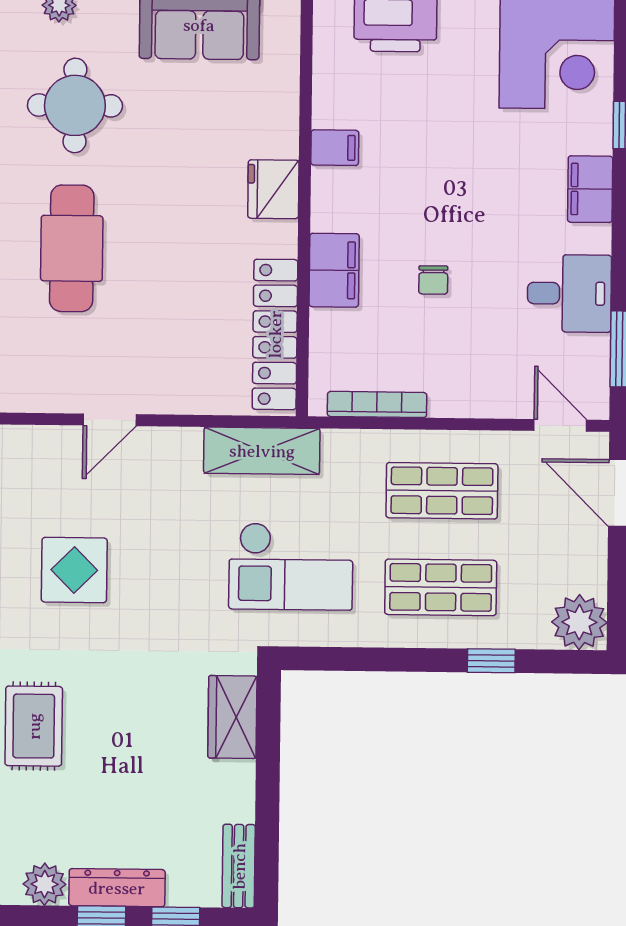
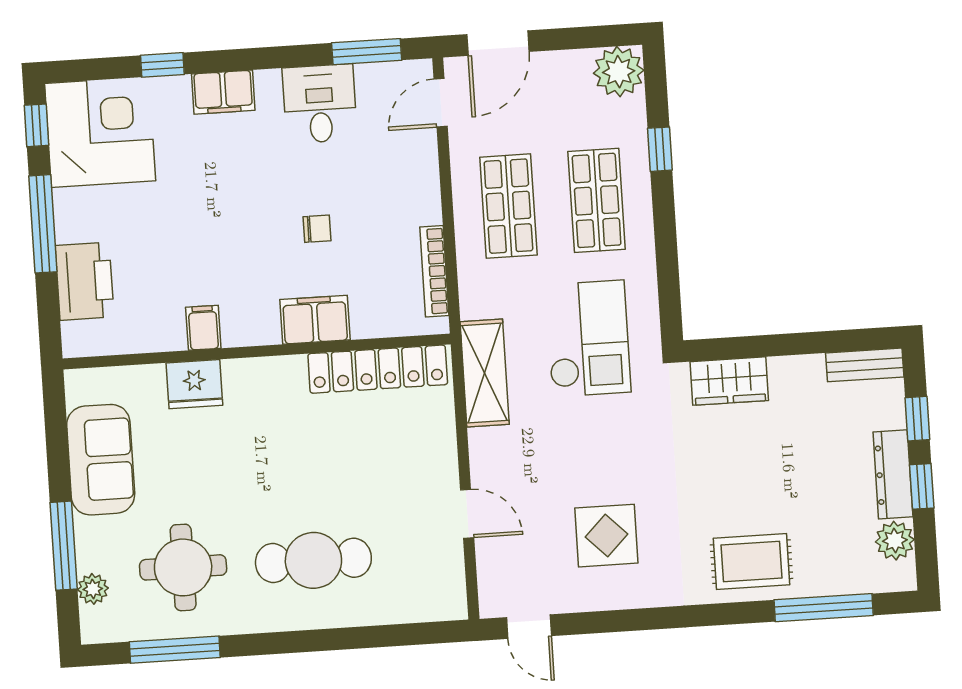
fridge: (273, 189) -> (194, 384), moved

